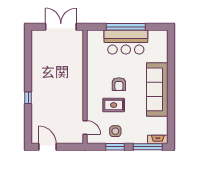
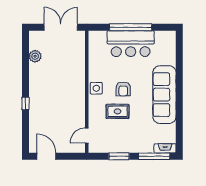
plant: (37, 54) -> (35, 56), added
door: (85, 127) -> (87, 136), swing flipped
side table: (115, 131) -> (96, 88), moved

